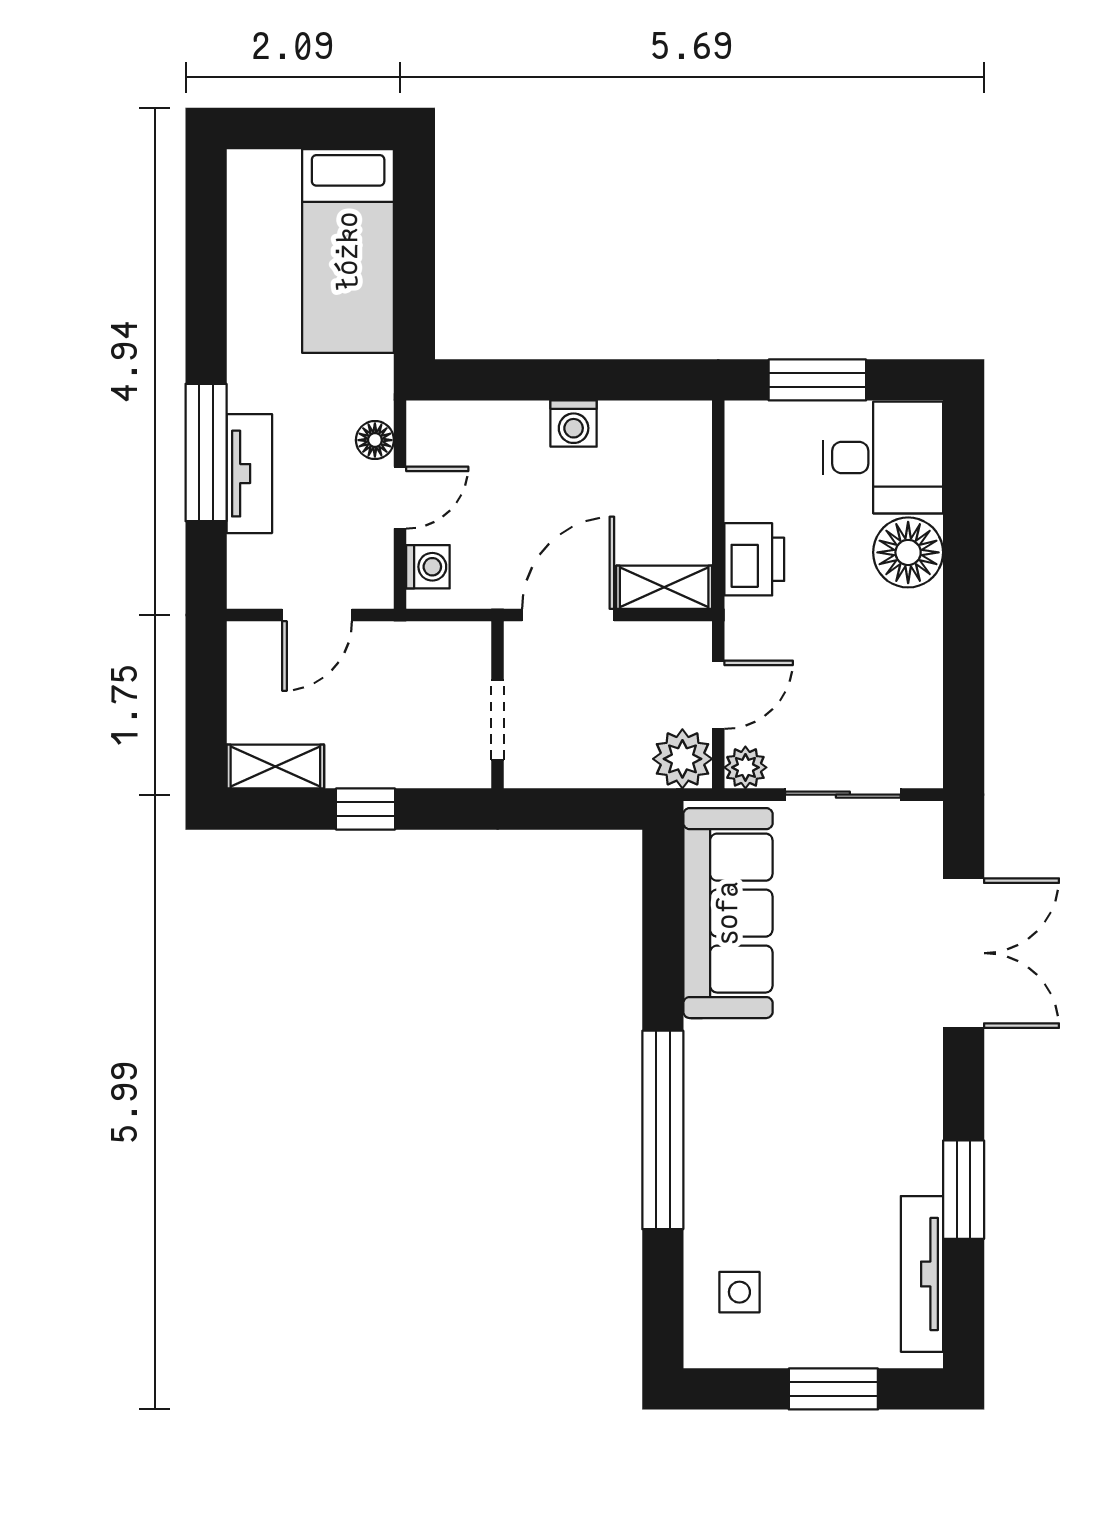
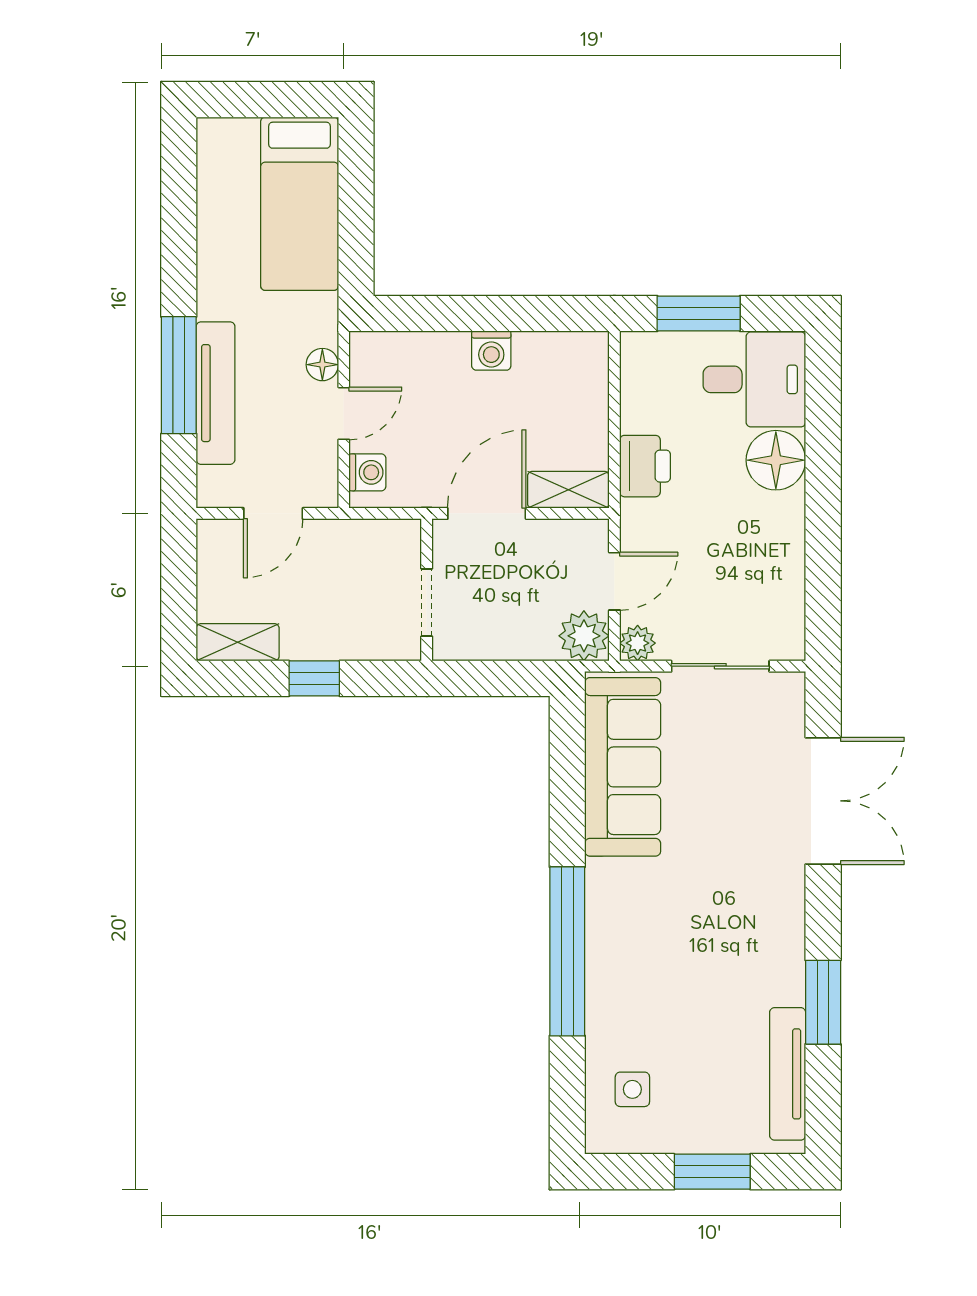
tv unit: (249, 474) -> (216, 393), width x1.41

